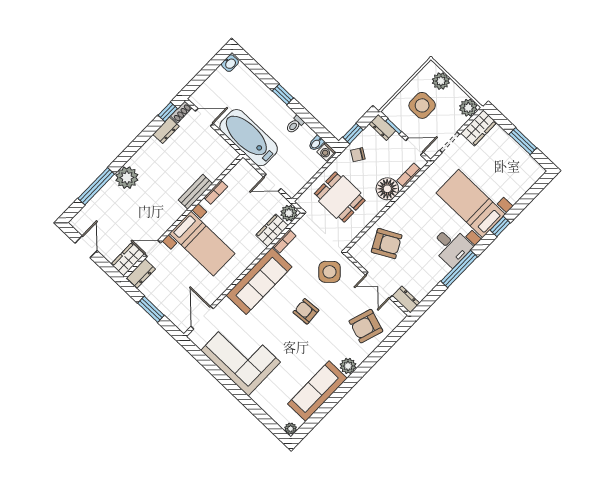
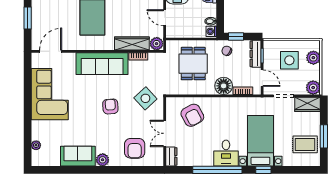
dresser: (382, 127) -> (256, 54), width x1.44
rug: (514, 166) -> (305, 144), added
wardrobe: (272, 230) -> (132, 43), width x1.50
window: (459, 269) -> (217, 170), width x1.46
armchair: (366, 326) -> (135, 148), turned -108
sofa: (317, 391) -> (78, 156), width x0.73
plant: (291, 429) -> (36, 145), moved

